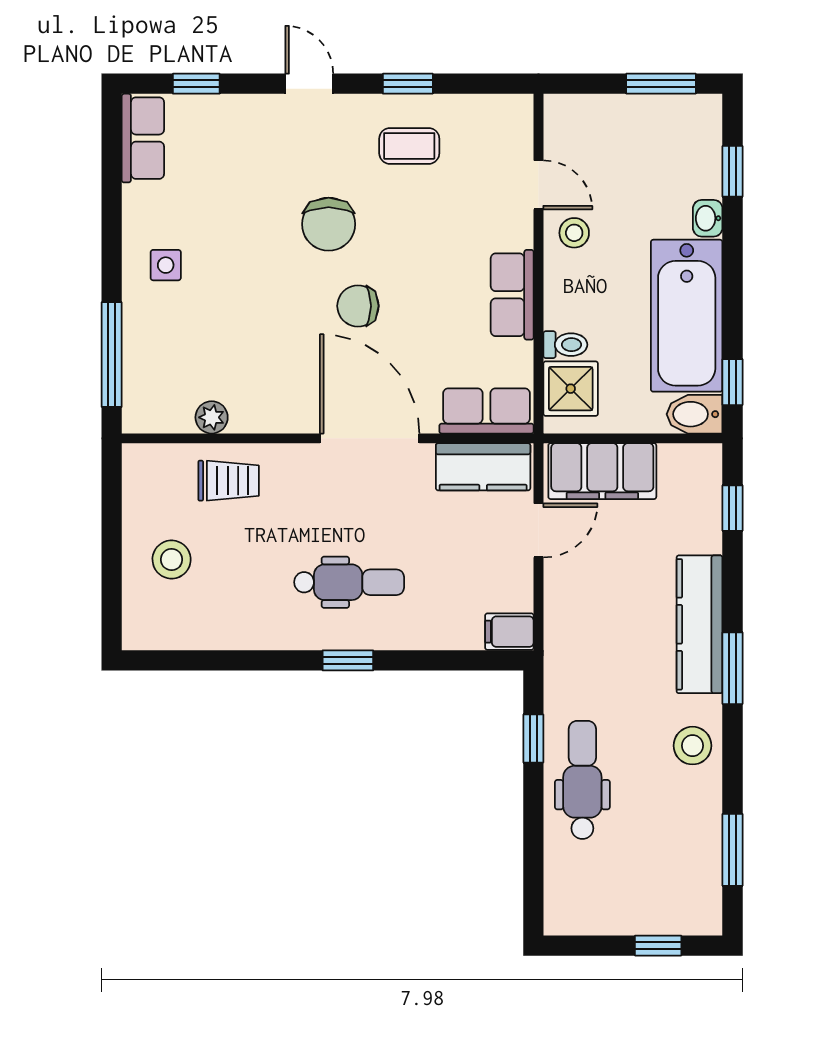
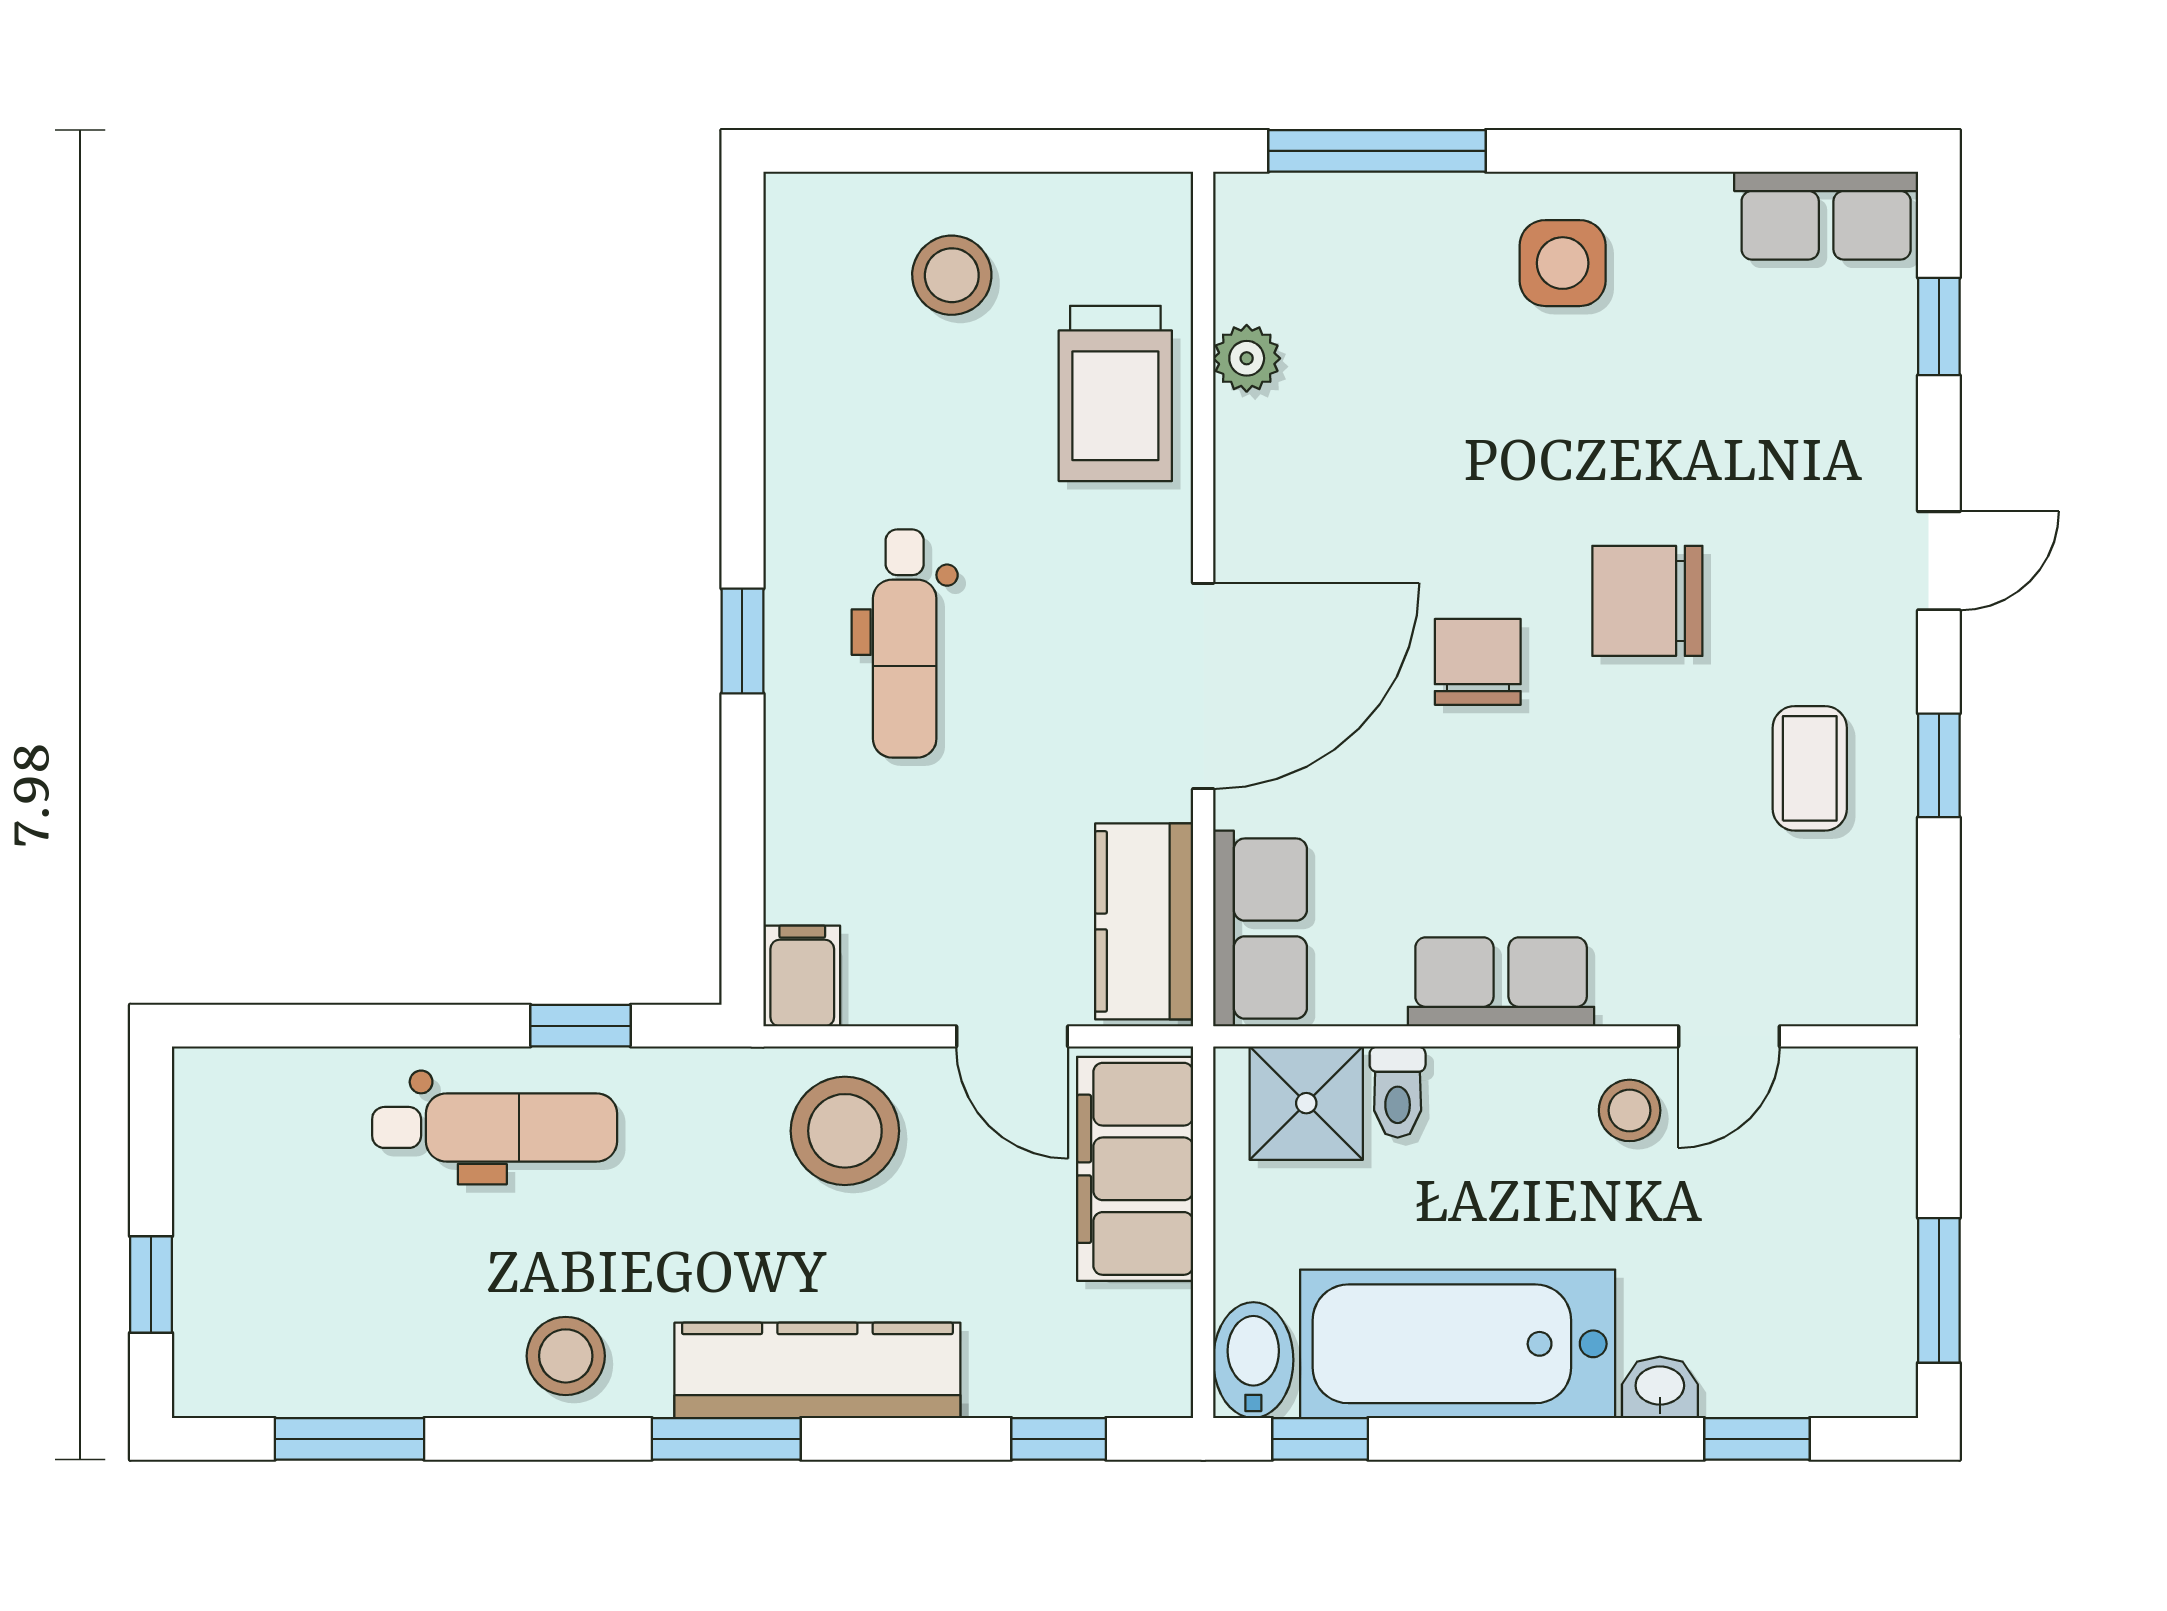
side table: (166, 265) -> (1563, 263), width x1.37, depth x1.37
trolley: (229, 481) -> (1115, 393), width x1.36, depth x1.39
stool: (584, 611) -> (845, 1131), added

